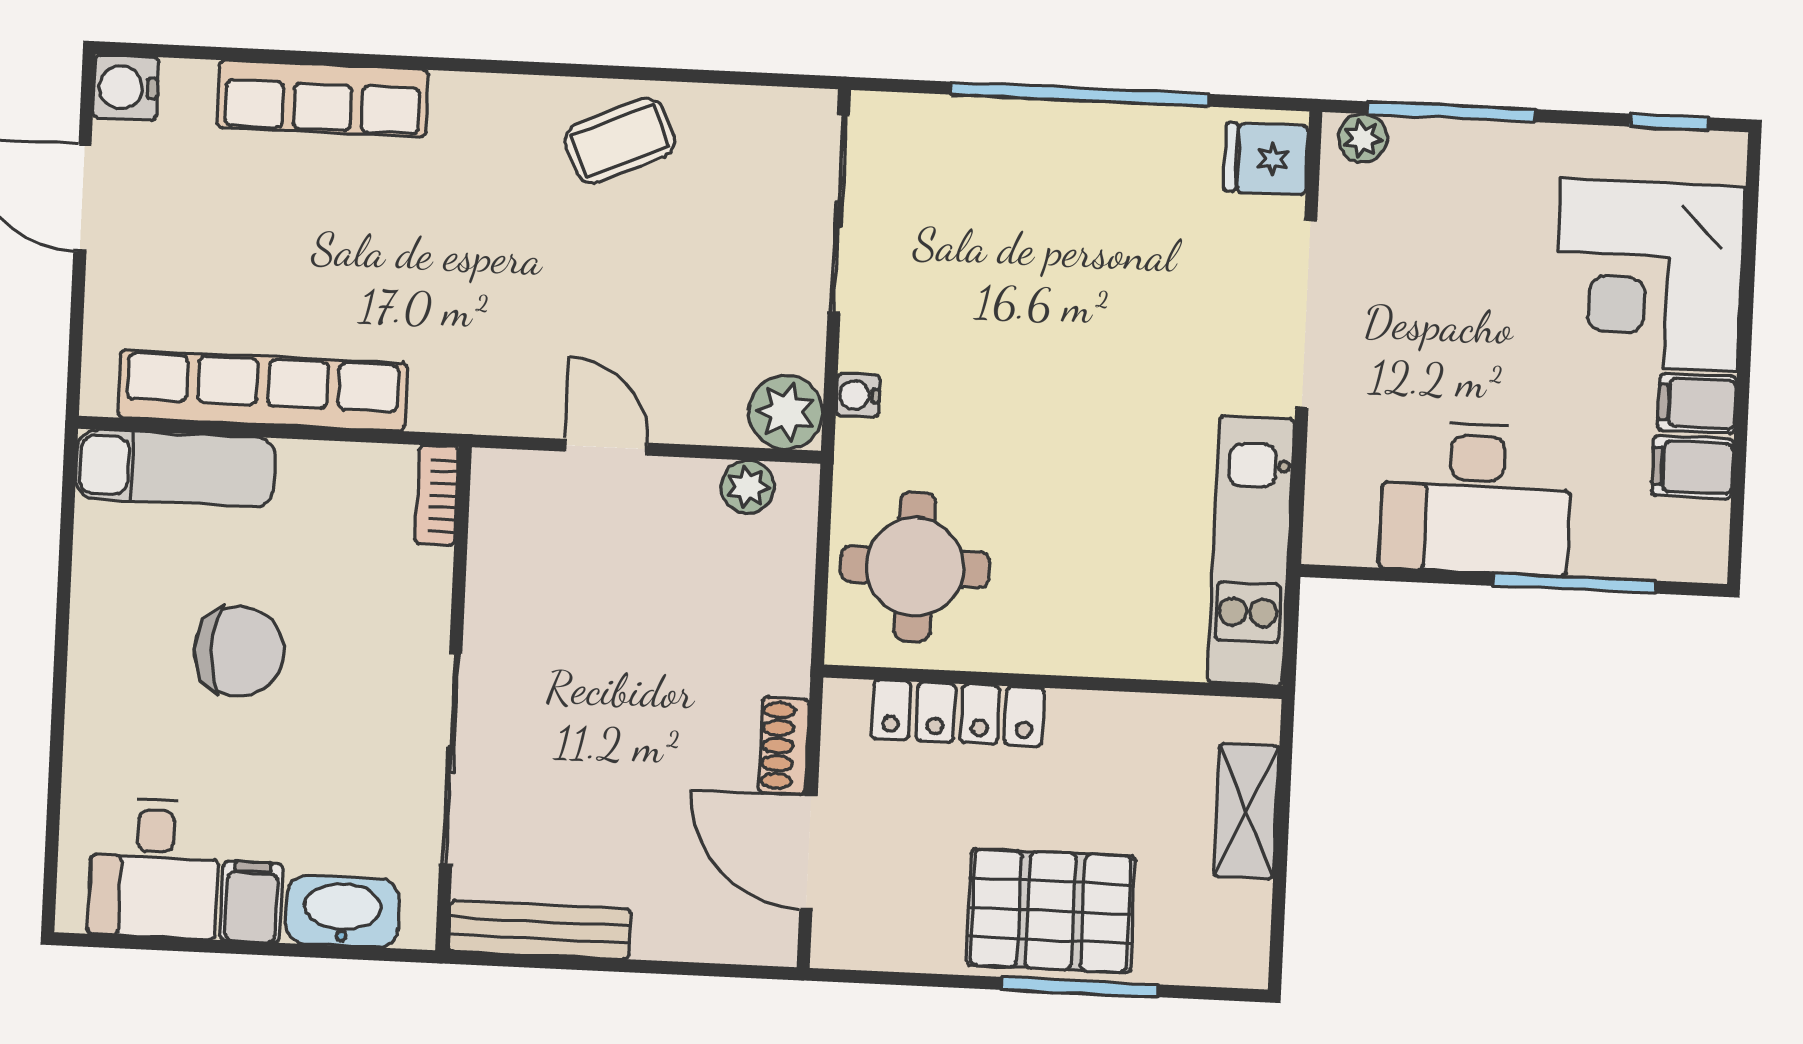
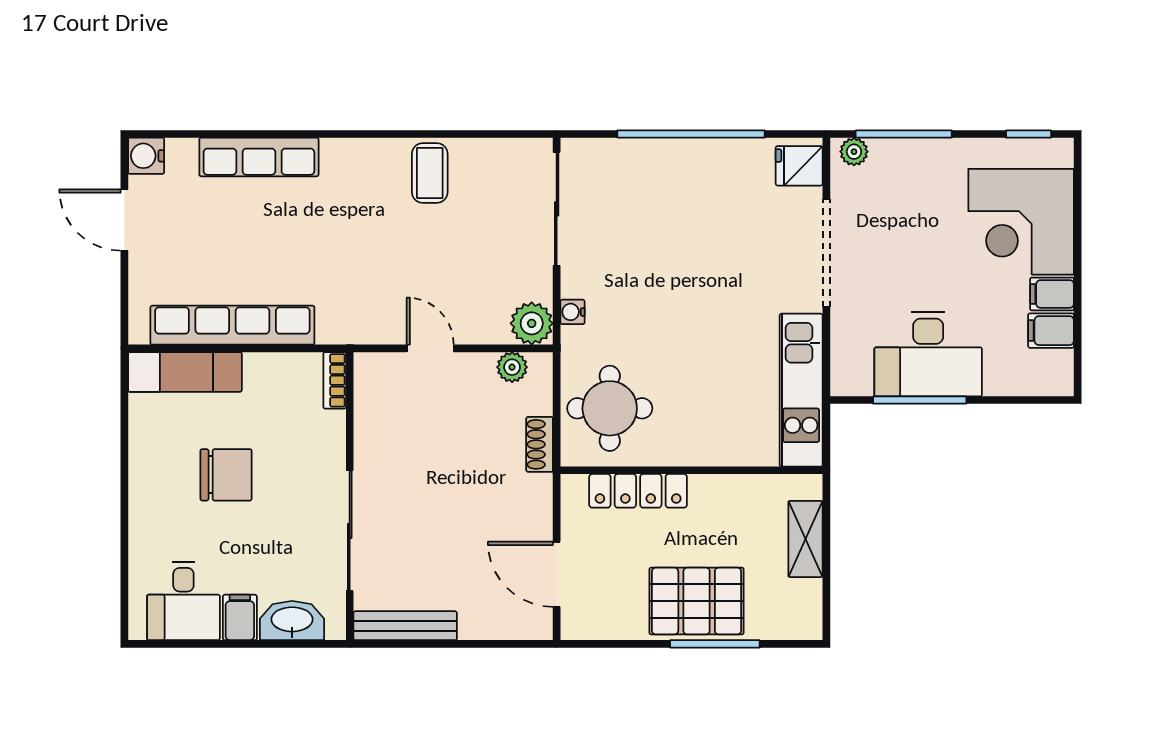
coffee table: (620, 141) -> (430, 173), turned -66
window: (1574, 583) -> (920, 400), moved
shoe rack: (784, 746) -> (540, 444), moved

